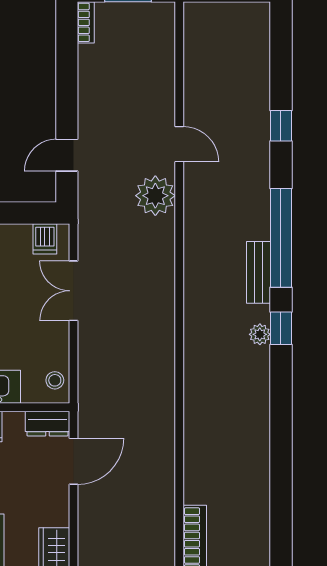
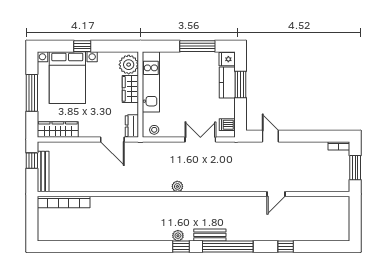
plant: (155, 196) -> (177, 186), moved, width x0.53, depth x0.53

